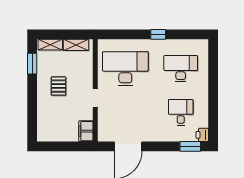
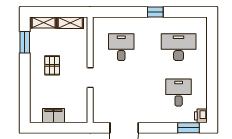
desk: (125, 69) -> (121, 47), width x0.53, depth x0.77
filing cabinet: (86, 131) -> (53, 116), moved, turned 90

